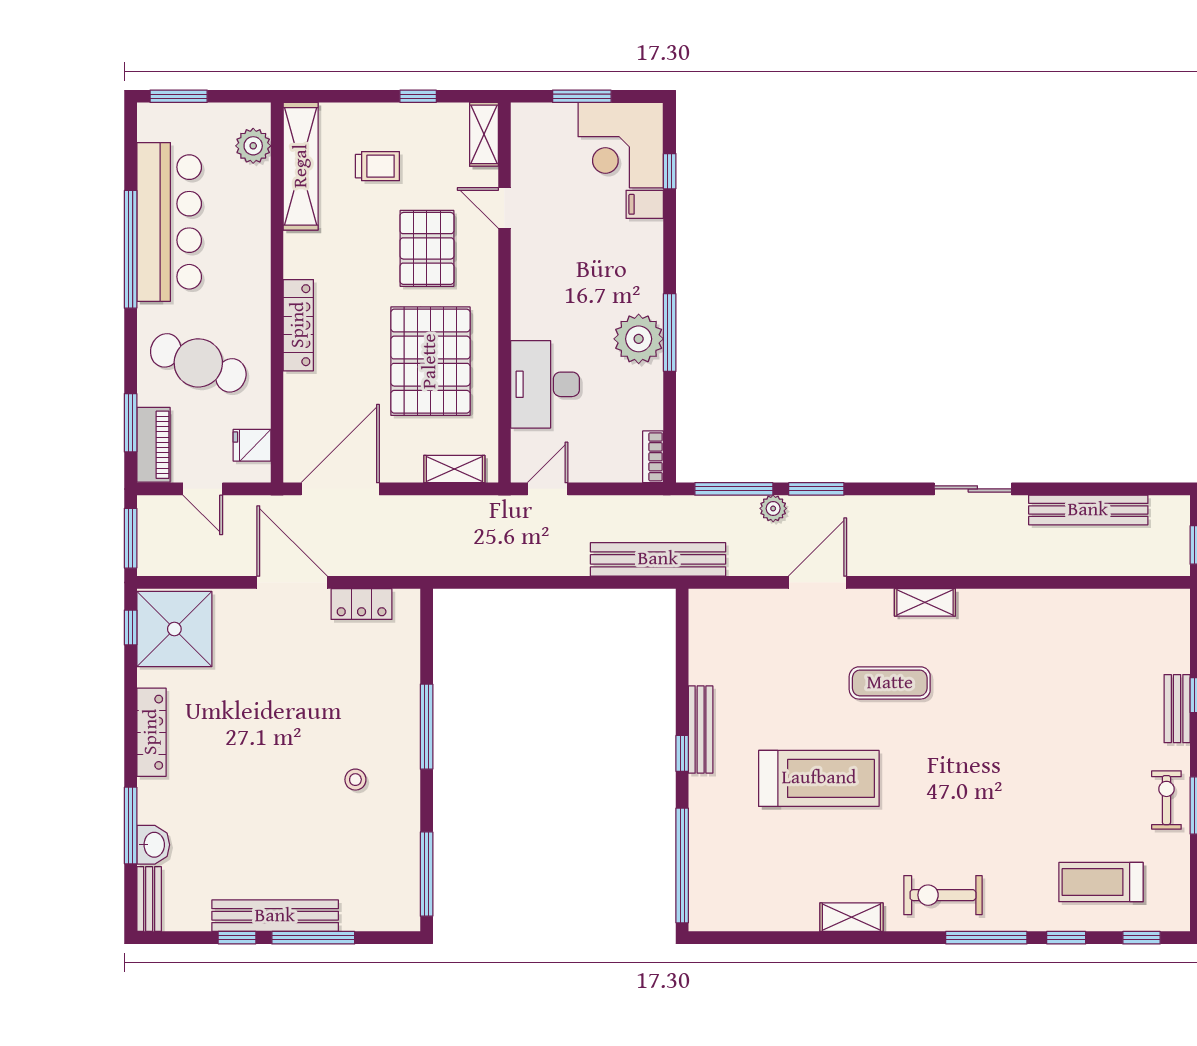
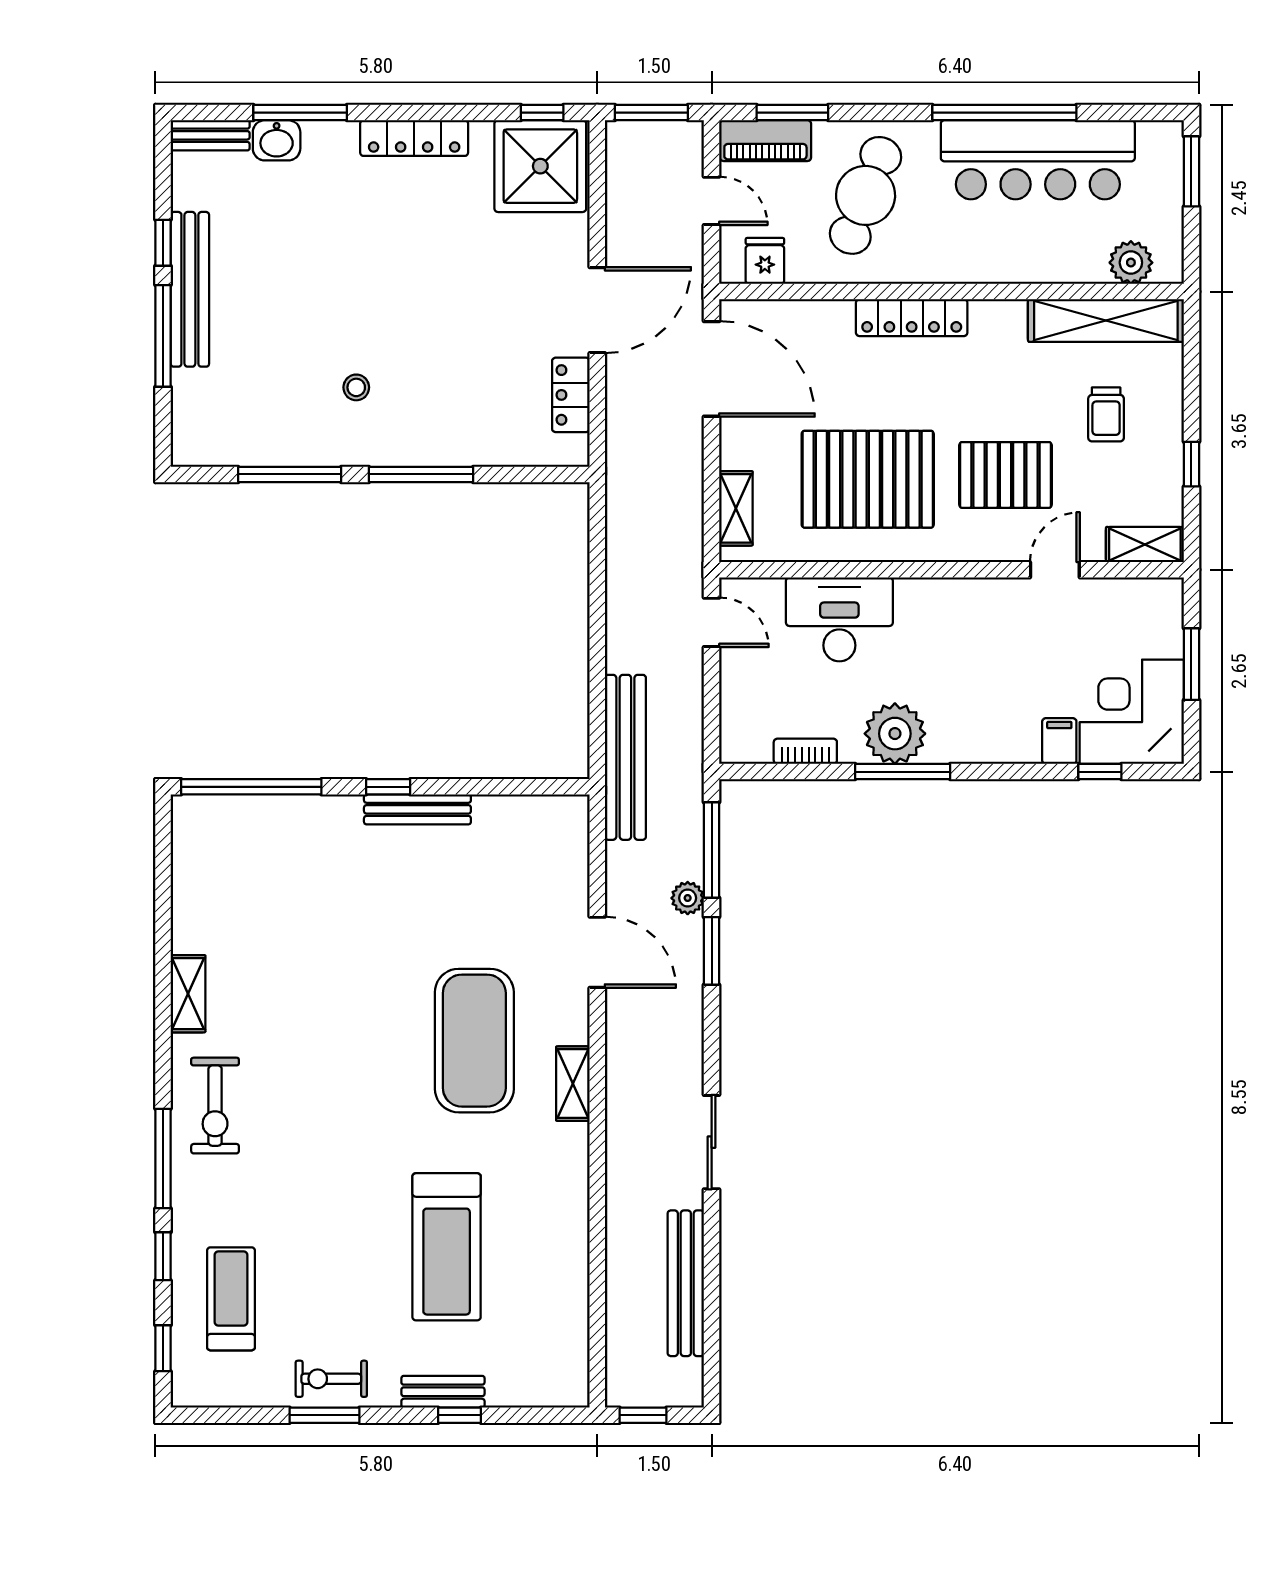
bookcase: (653, 457) -> (805, 751), moved
door: (203, 489) -> (712, 201), swing flipped
exercise mat: (890, 683) -> (474, 1041), width x2.00, depth x1.45
treadmill: (819, 778) -> (447, 1247), moved
exercise bike: (1166, 800) -> (331, 1379), turned 180
window: (427, 874) -> (290, 474), moved
exercise bike: (943, 895) -> (215, 1106), turned 180

